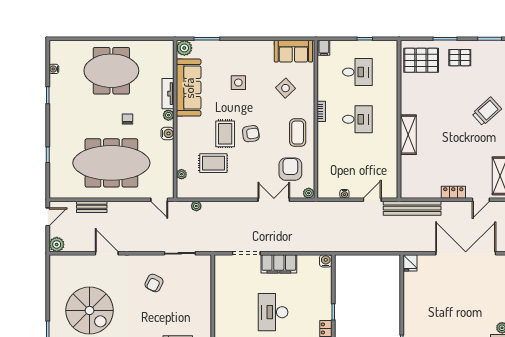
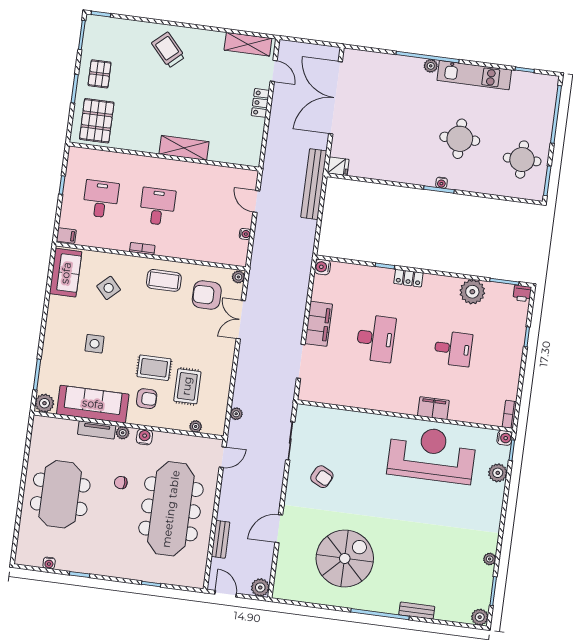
armchair: (251, 134) -> (147, 399), moved, turned 98
bench: (412, 208) -> (314, 184), moved
desk: (273, 312) -> (376, 338), turned -90

